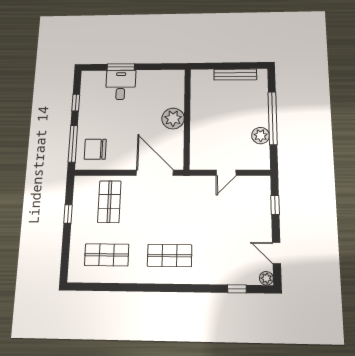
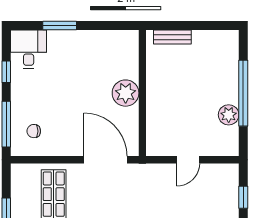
bench: (235, 75) -> (172, 37), moved, width x0.73
desk: (121, 85) -> (29, 49), moved
chair: (95, 149) -> (34, 131), width x0.54, depth x0.54

